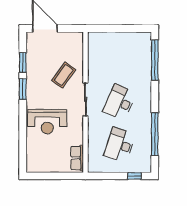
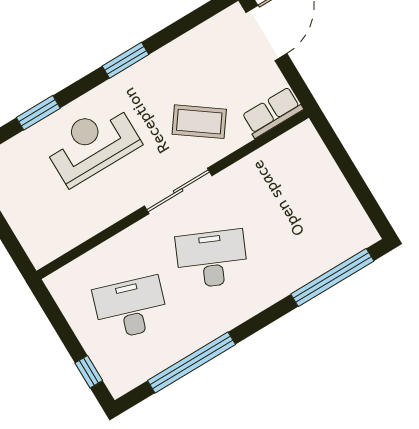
window: (23, 63) -> (38, 113), moved
reception desk: (47, 122) -> (92, 144), turned 90
row of seats: (77, 158) -> (272, 112), moved

